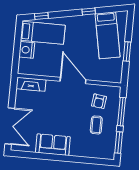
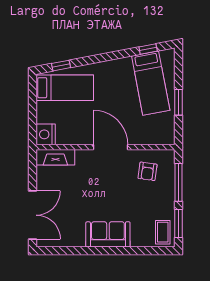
window: (89, 11) -> (148, 49), moved
nightstand: (27, 50) -> (46, 134), moved
coffee table: (96, 125) -> (163, 232), moved
sofa: (53, 145) -> (108, 234), moved

